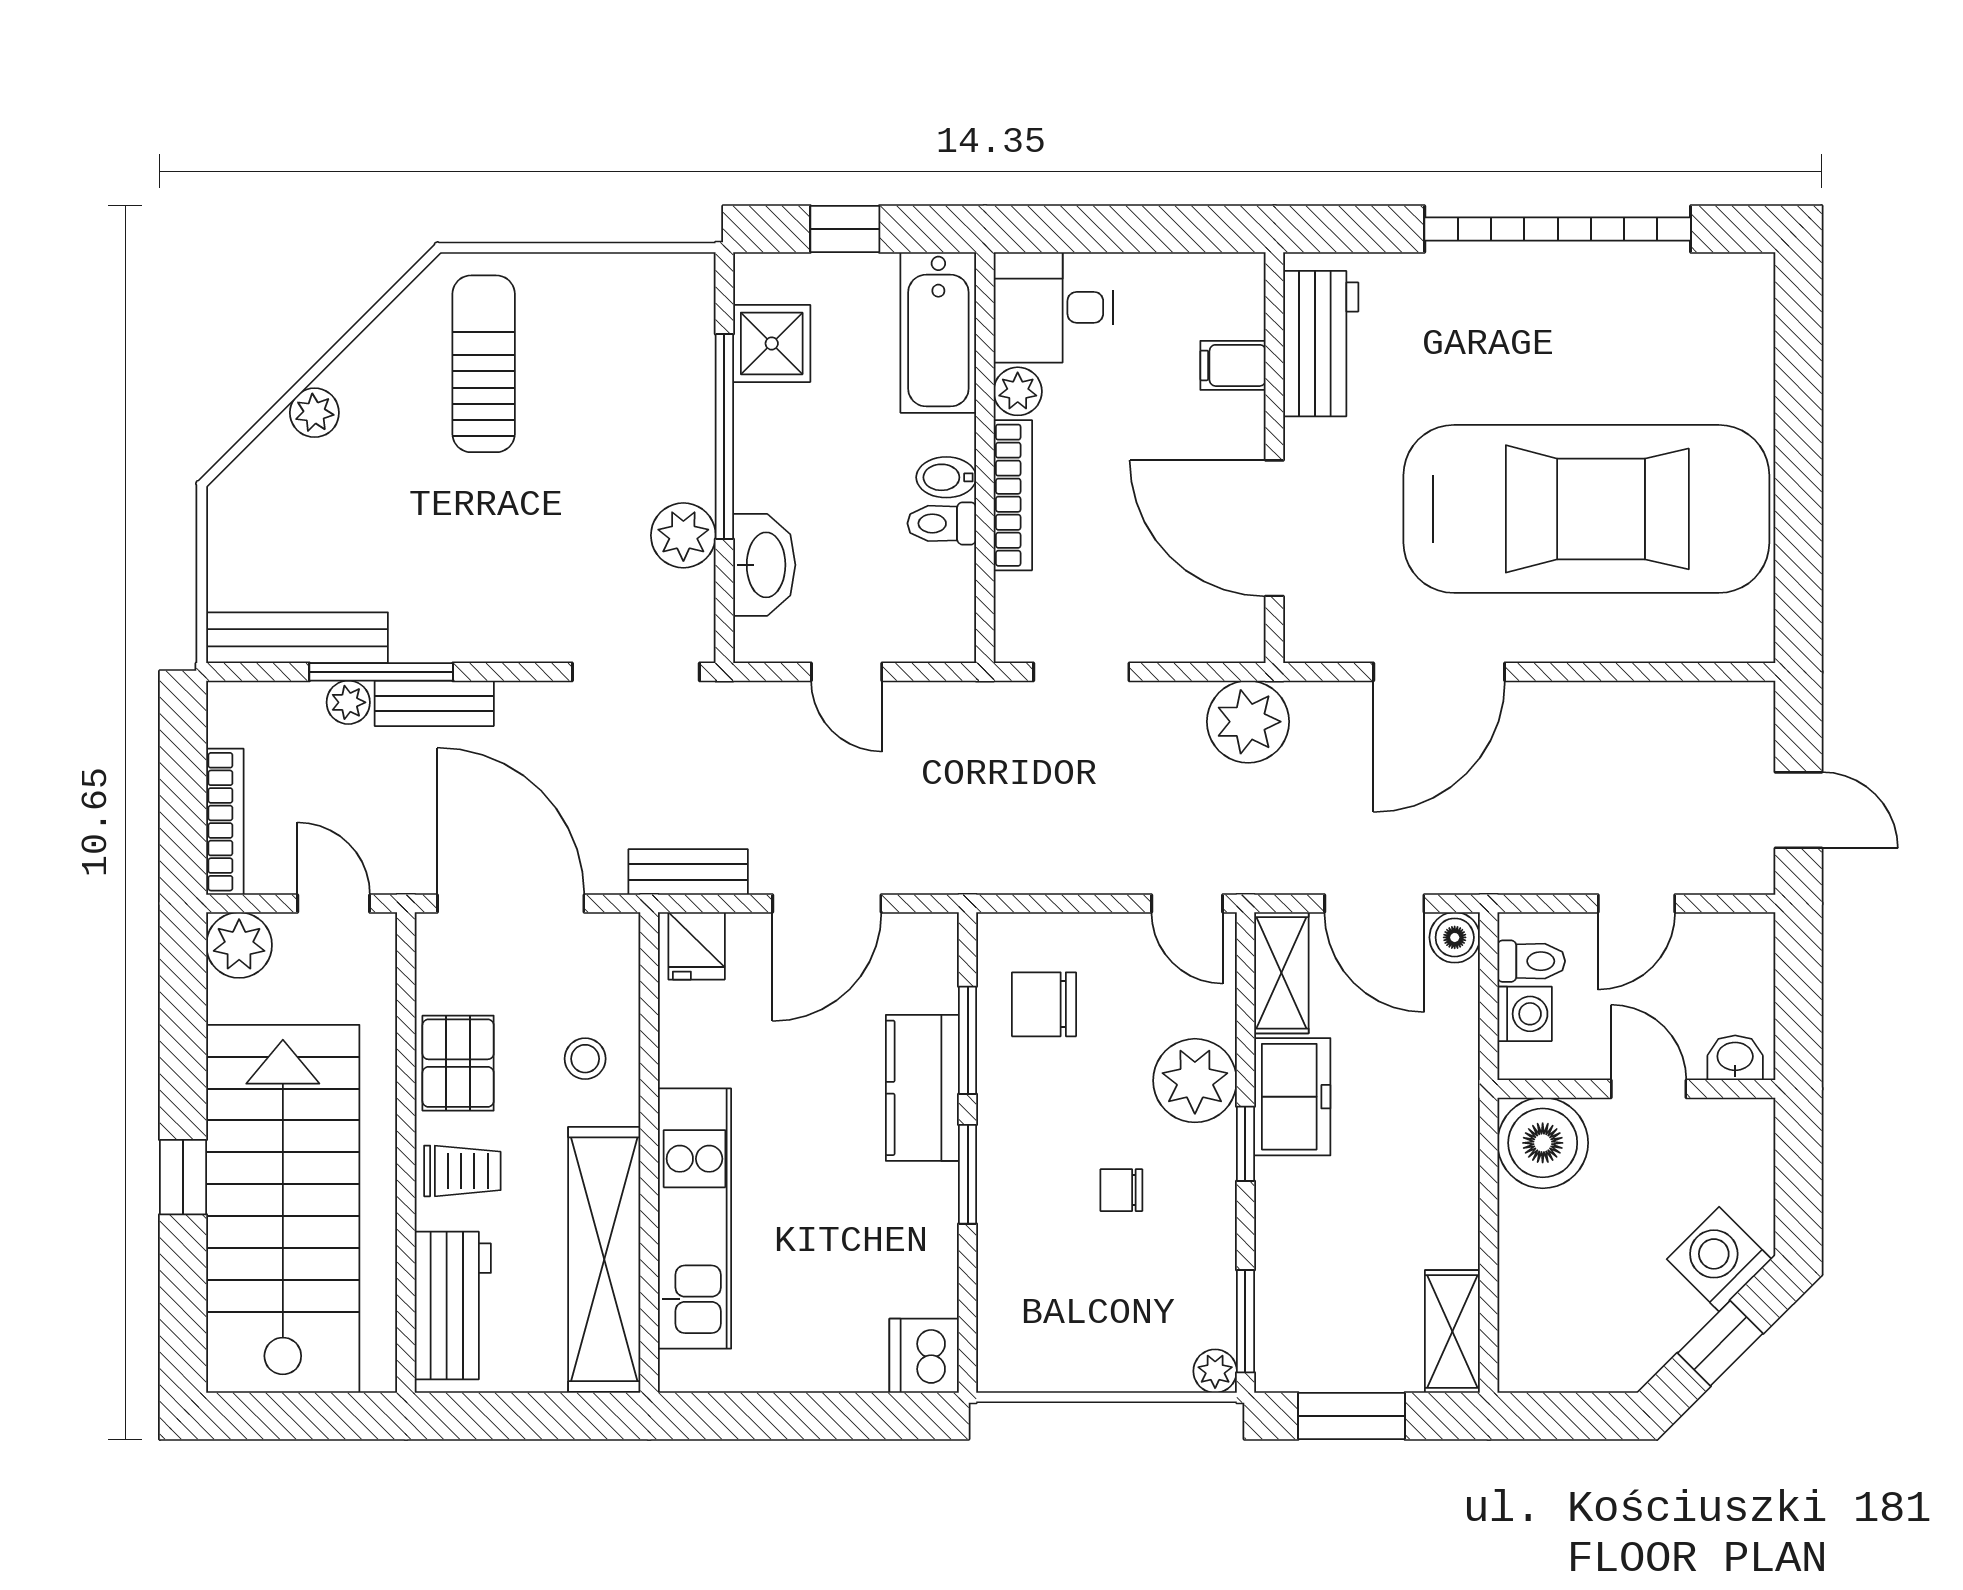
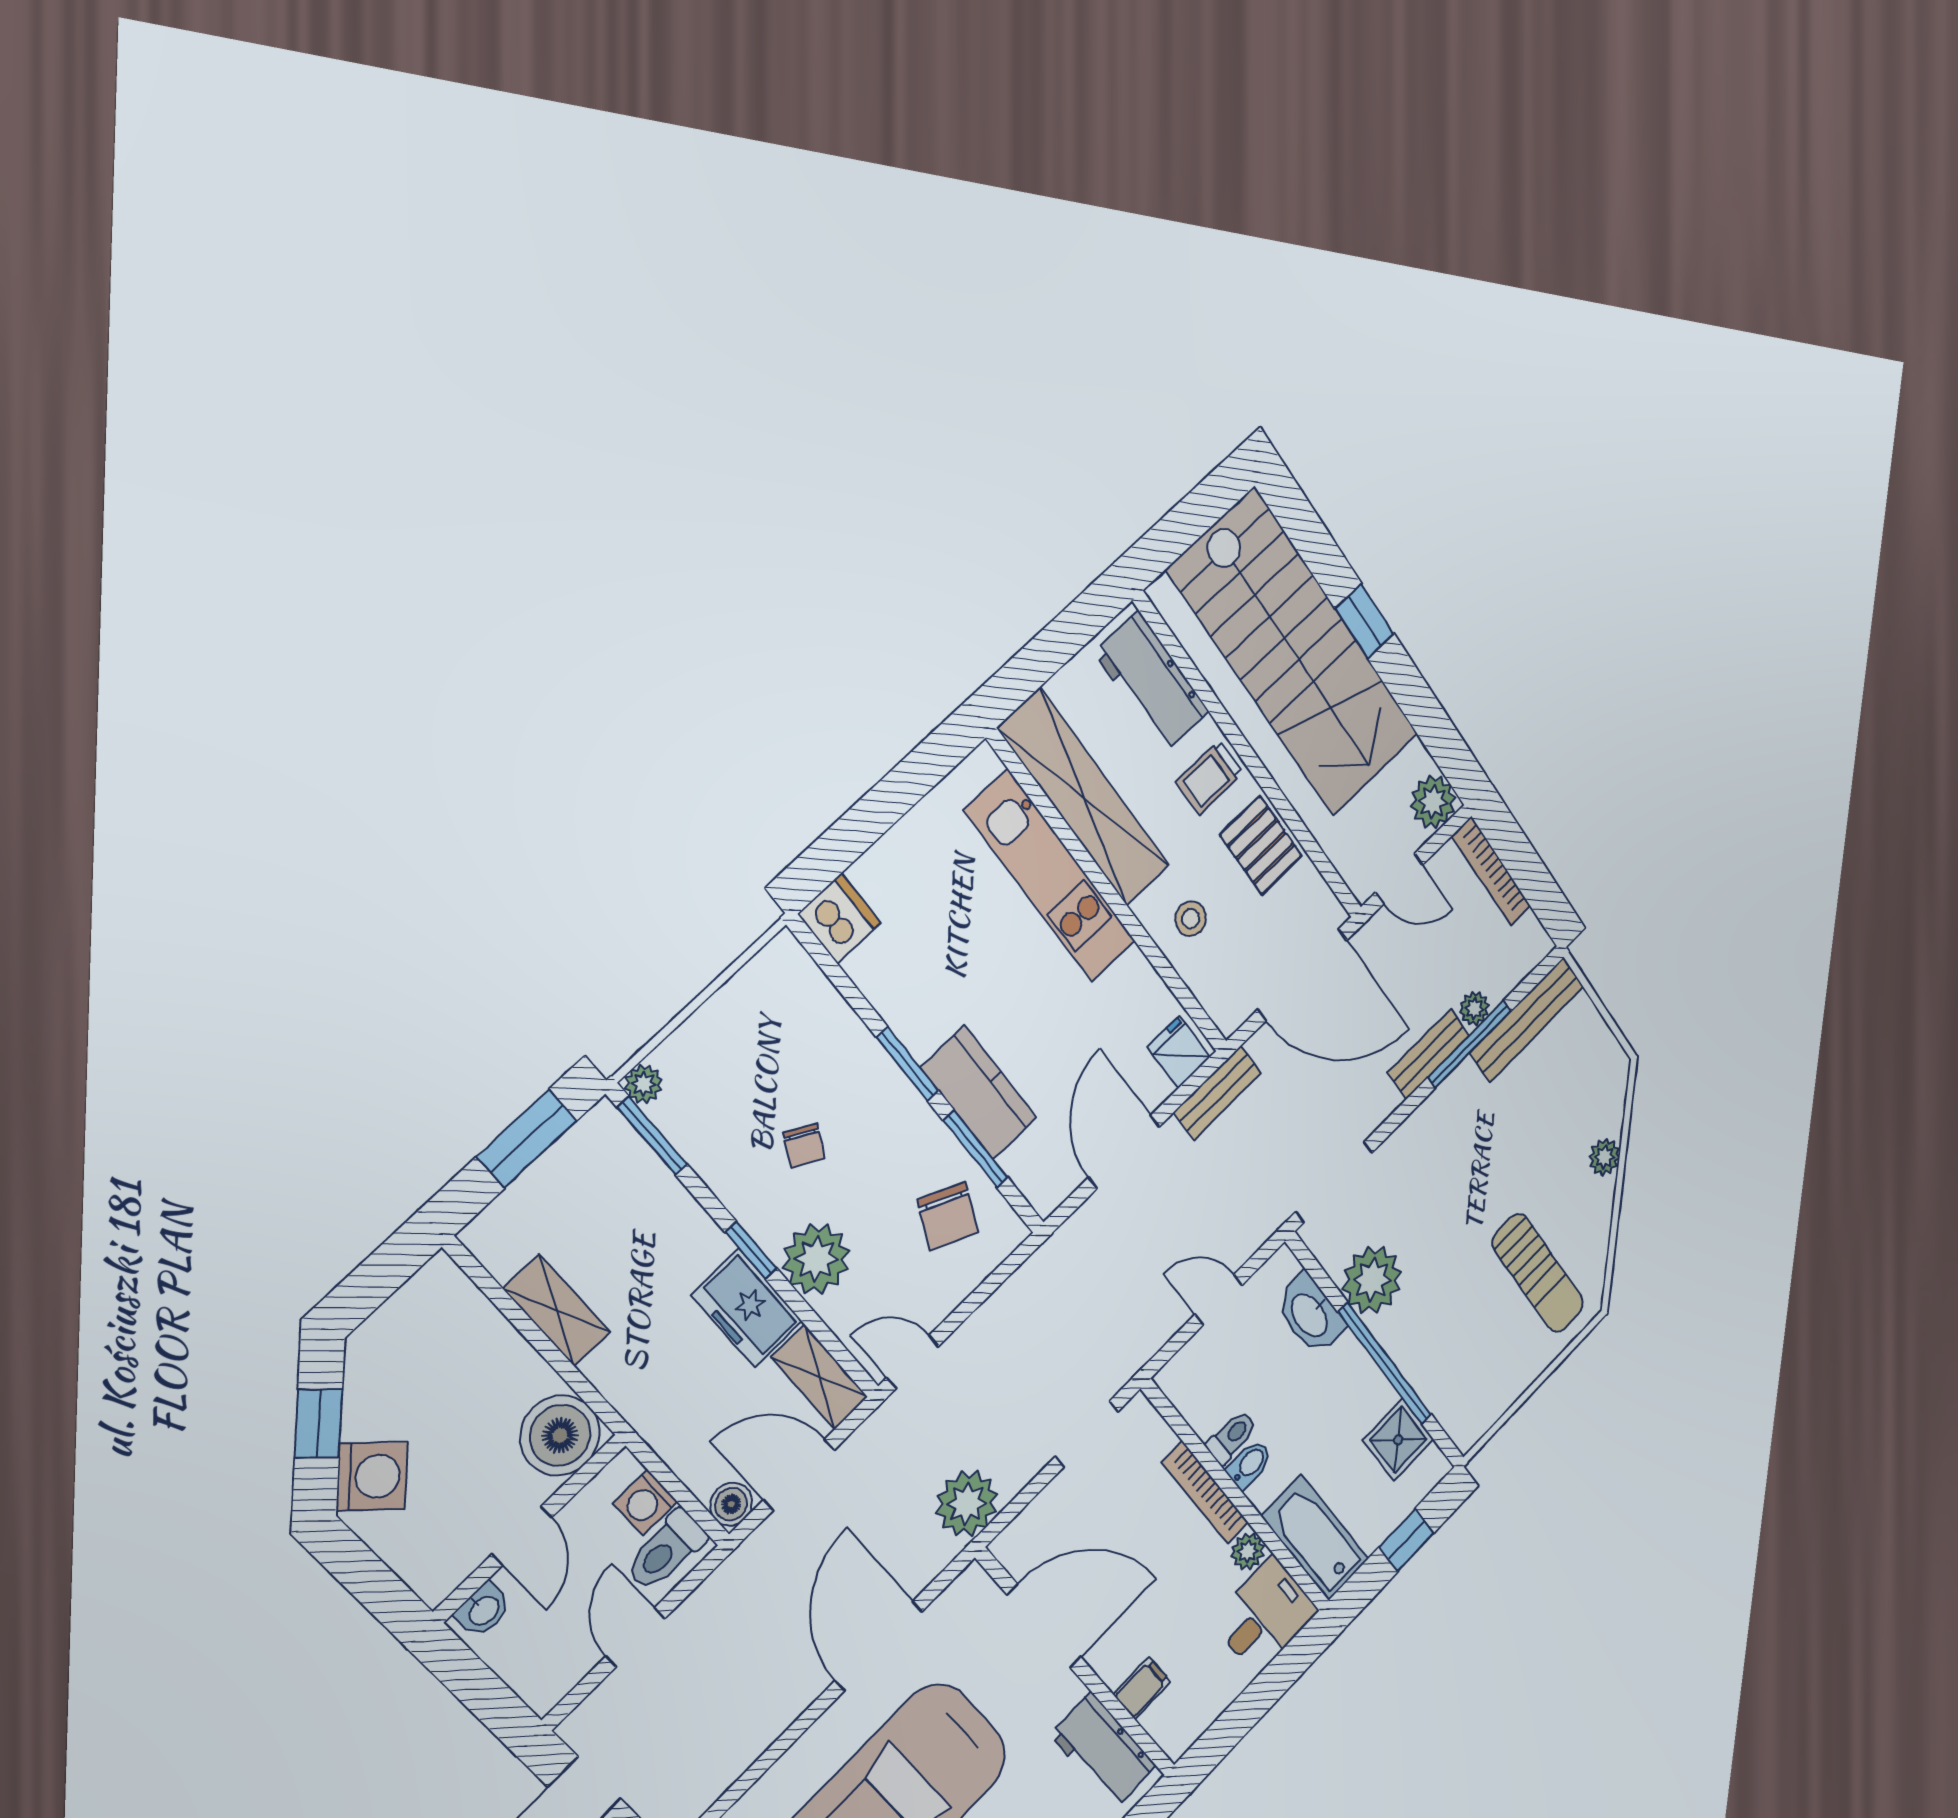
plant: (683, 535) -> (1372, 1280), width x1.36, depth x1.36
toilet: (1531, 961) -> (666, 1551), width x1.37, depth x1.39
chair: (1044, 1004) -> (948, 1216), turned 115
door: (1649, 1089) -> (522, 1536), hinge flipped
chair: (1121, 1190) -> (804, 1145), turned 118
shelving: (1452, 1332) -> (557, 1310), moved

